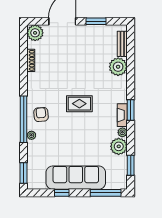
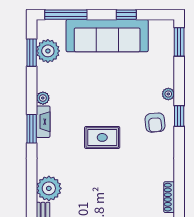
window: (24, 119) -> (179, 116), width x0.32
plant: (119, 146) -> (48, 51), moved

